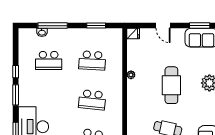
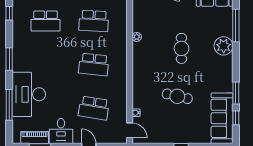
window: (16, 72) -> (9, 13), moved
cafe table: (171, 85) -> (181, 48), width x0.73, depth x0.74

